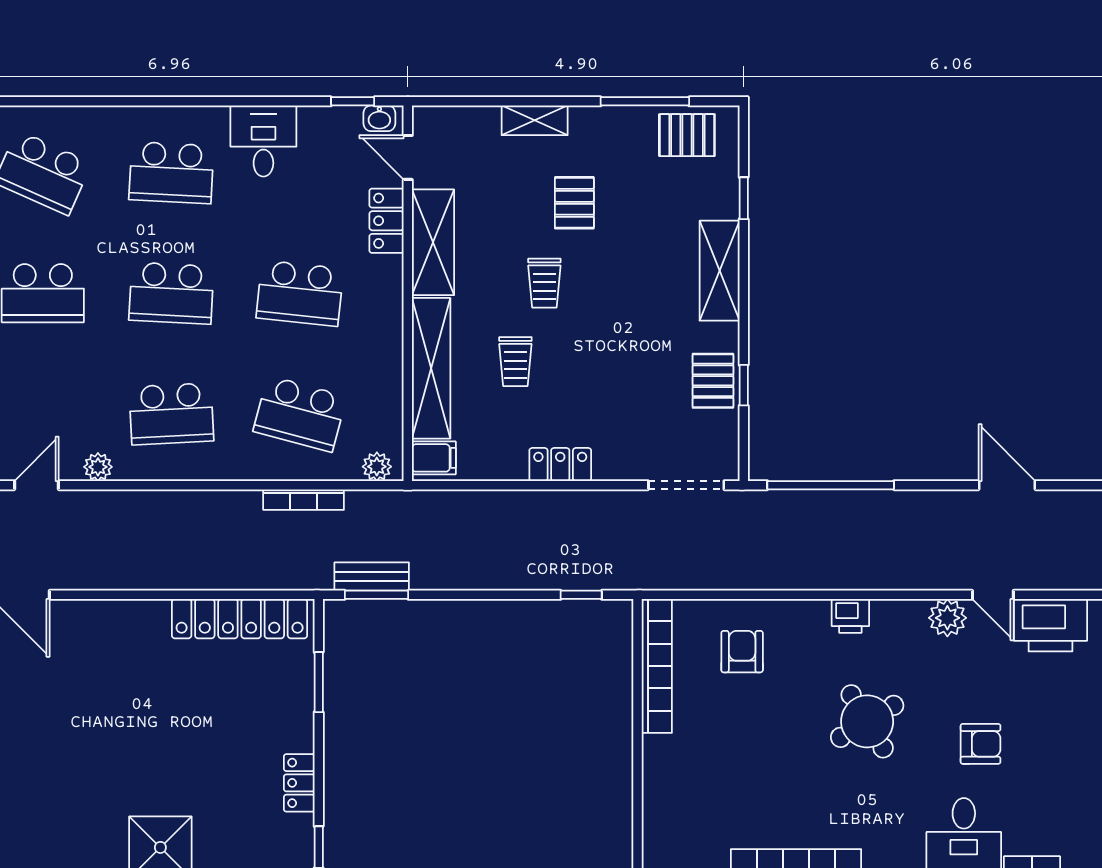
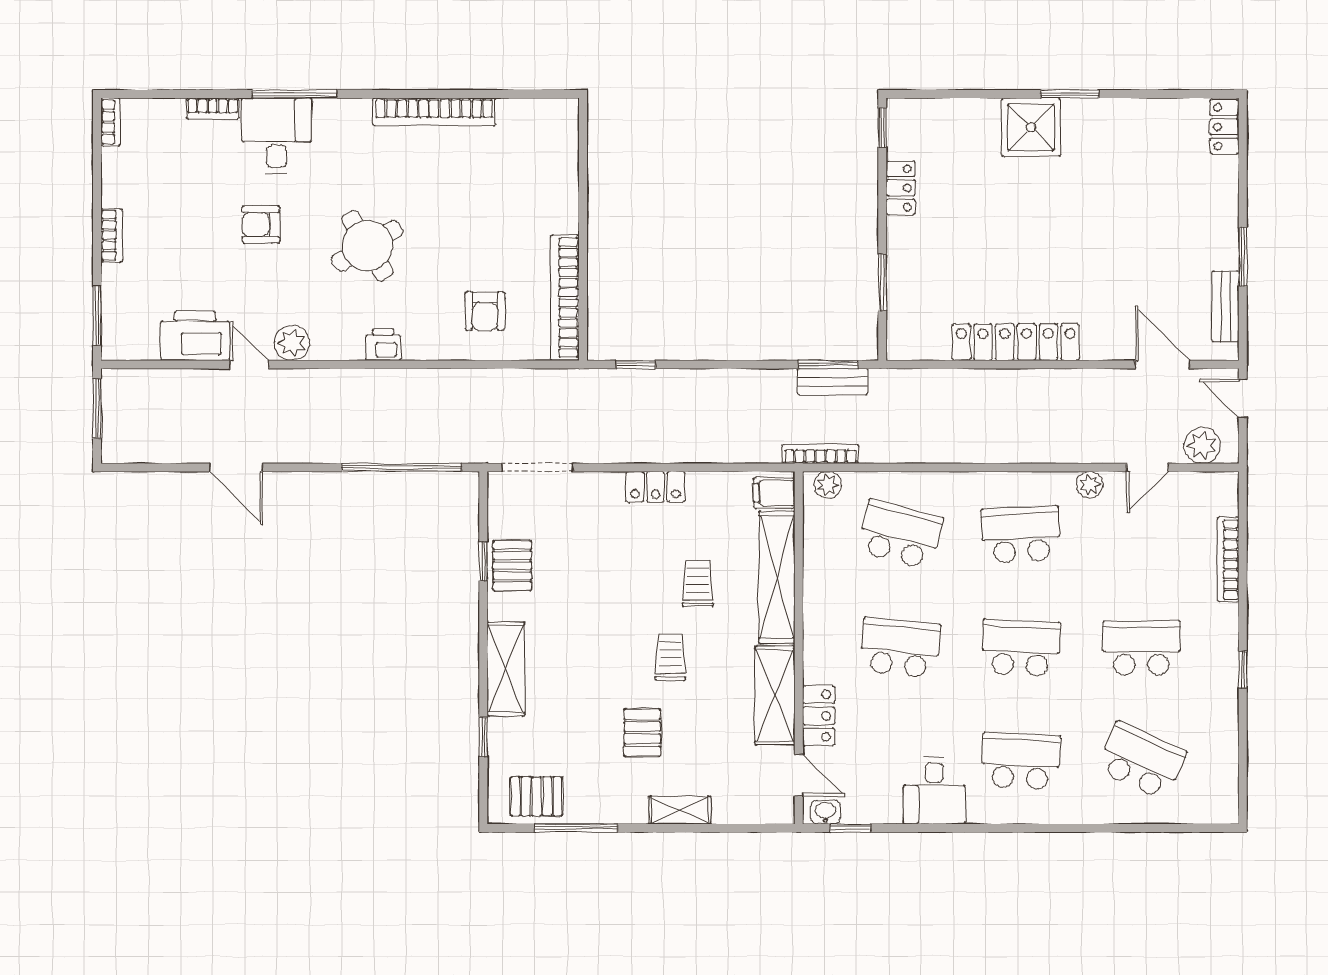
bookcase: (304, 500) -> (820, 454), moved
locker: (240, 619) -> (1016, 342), moved

